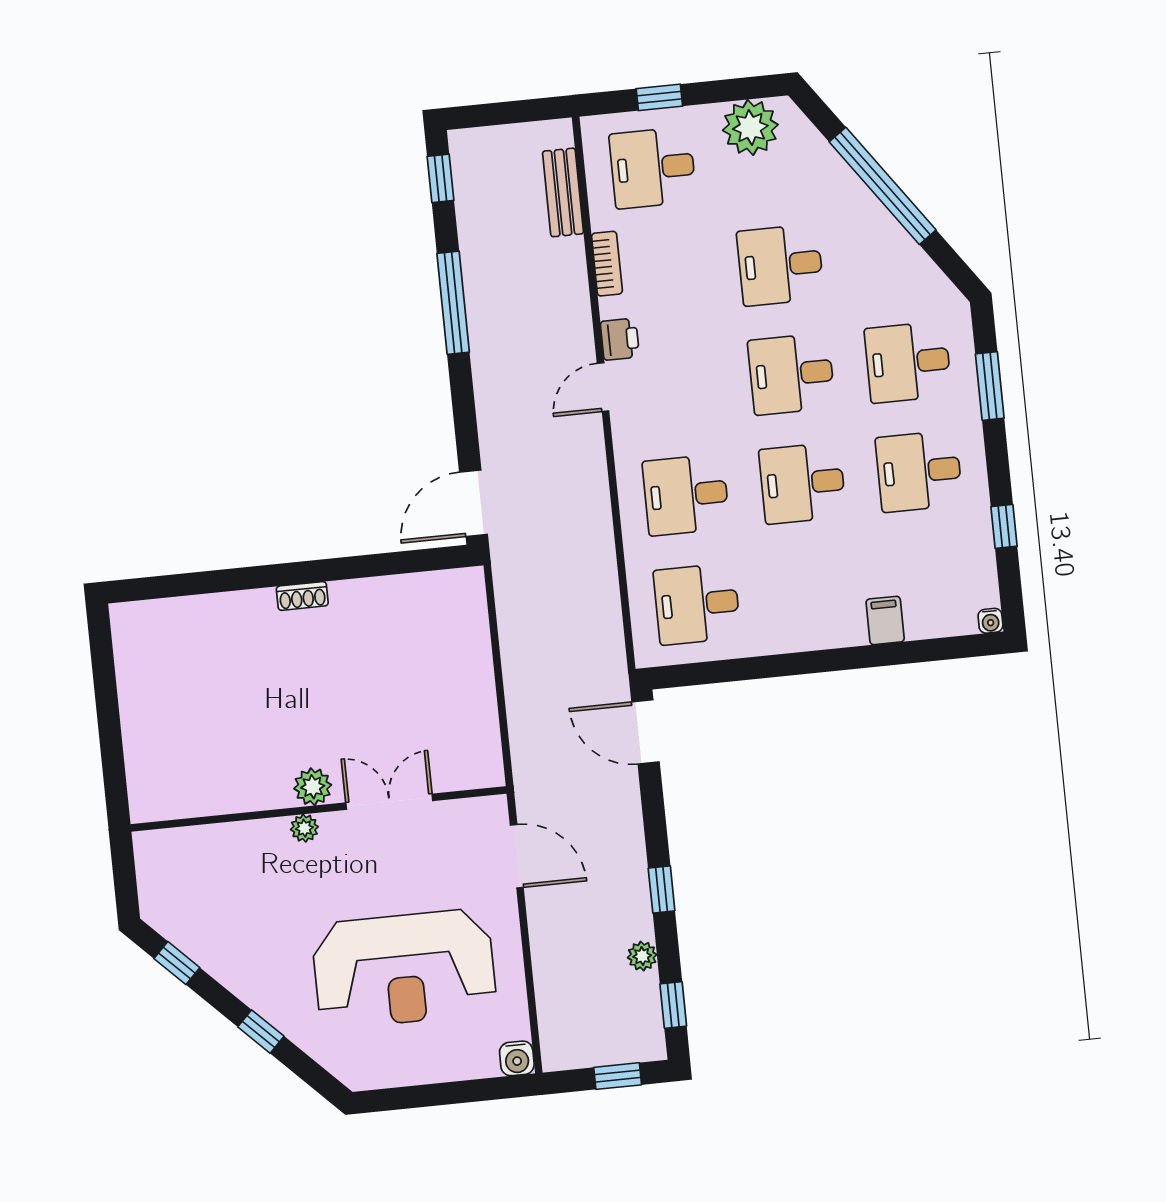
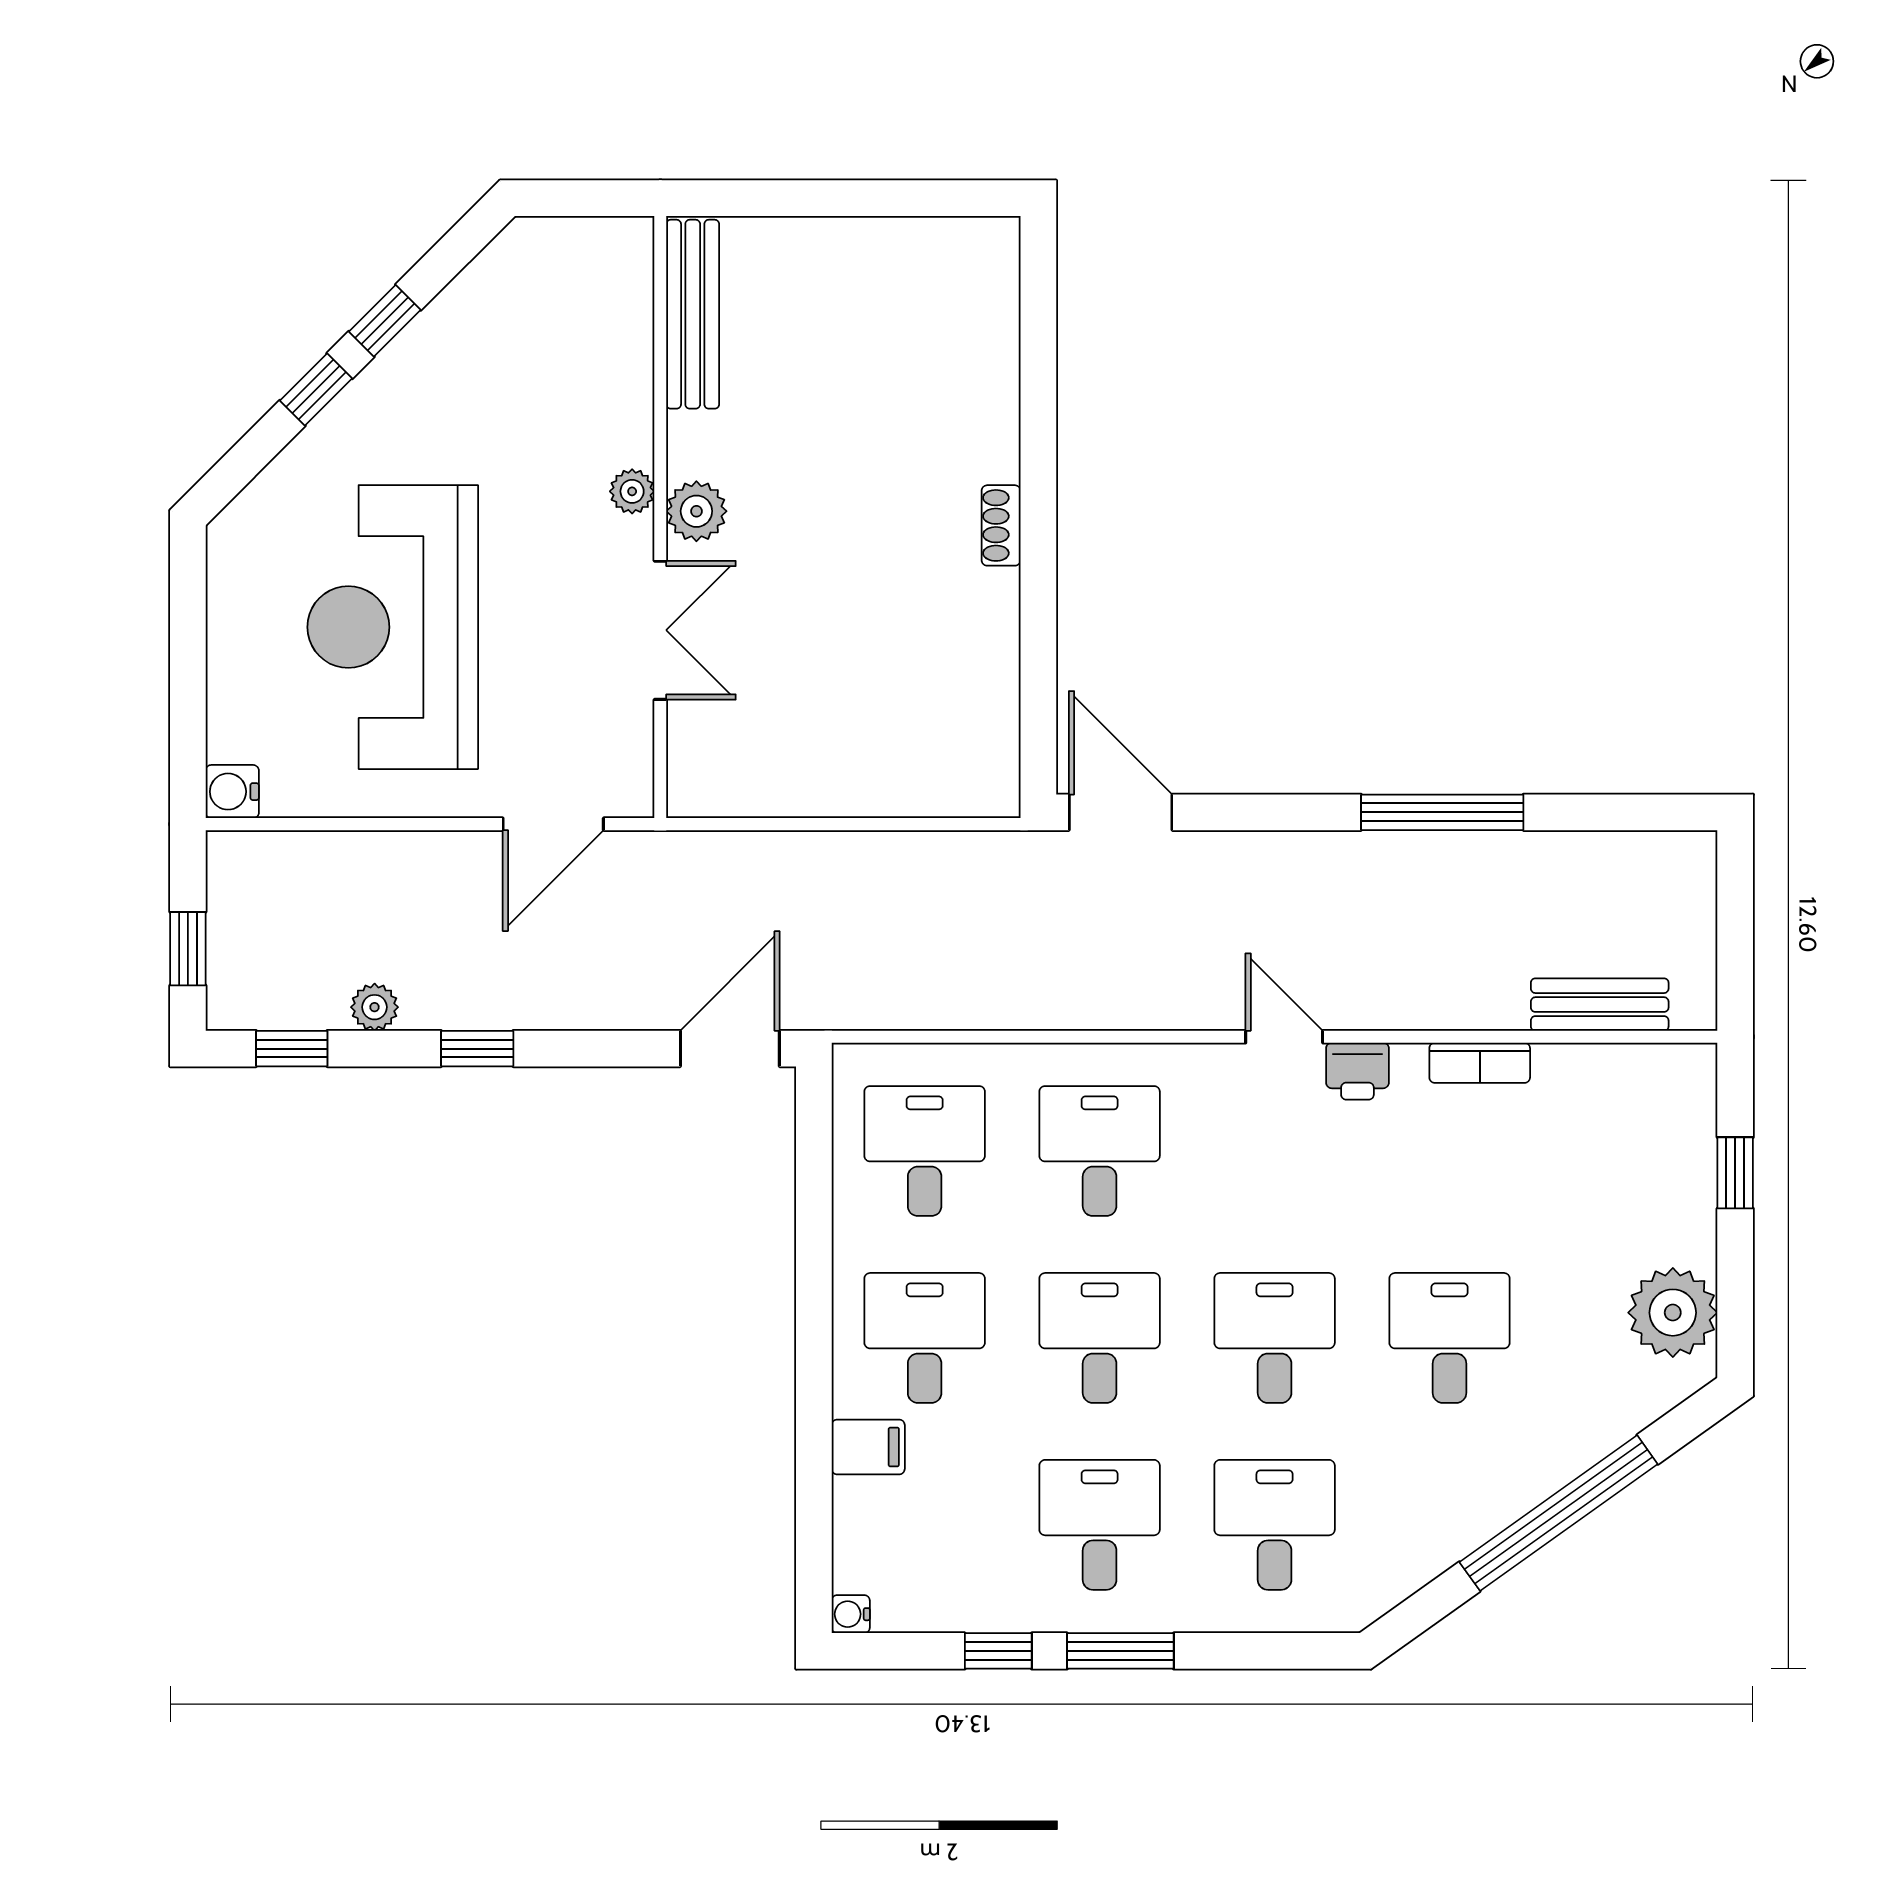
desk: (653, 168) -> (925, 1338), moved
window: (441, 178) -> (1642, 812), removed
window: (990, 386) -> (1120, 1651), moved
bench: (190, 802) -> (693, 314), added
window: (177, 963) -> (385, 321), moved

